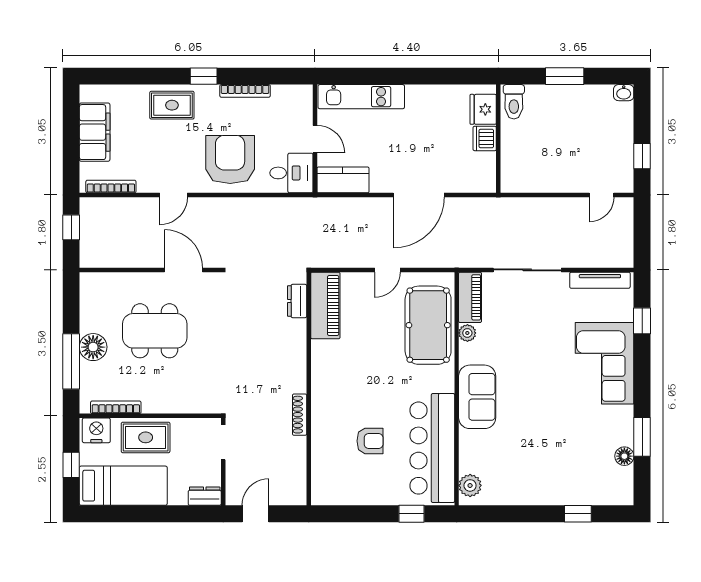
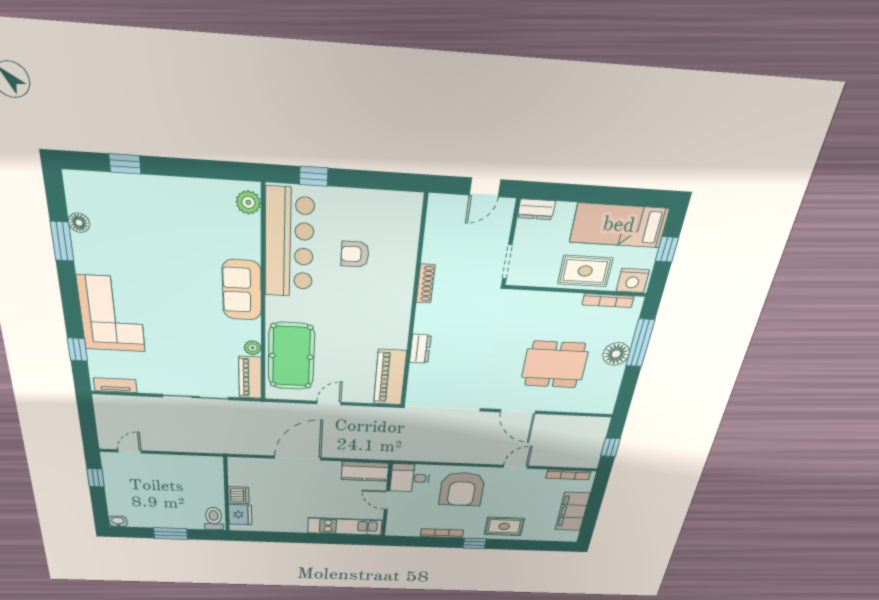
tv unit: (600, 280) -> (115, 385), width x0.71
dresser: (297, 301) -> (420, 349), moved

